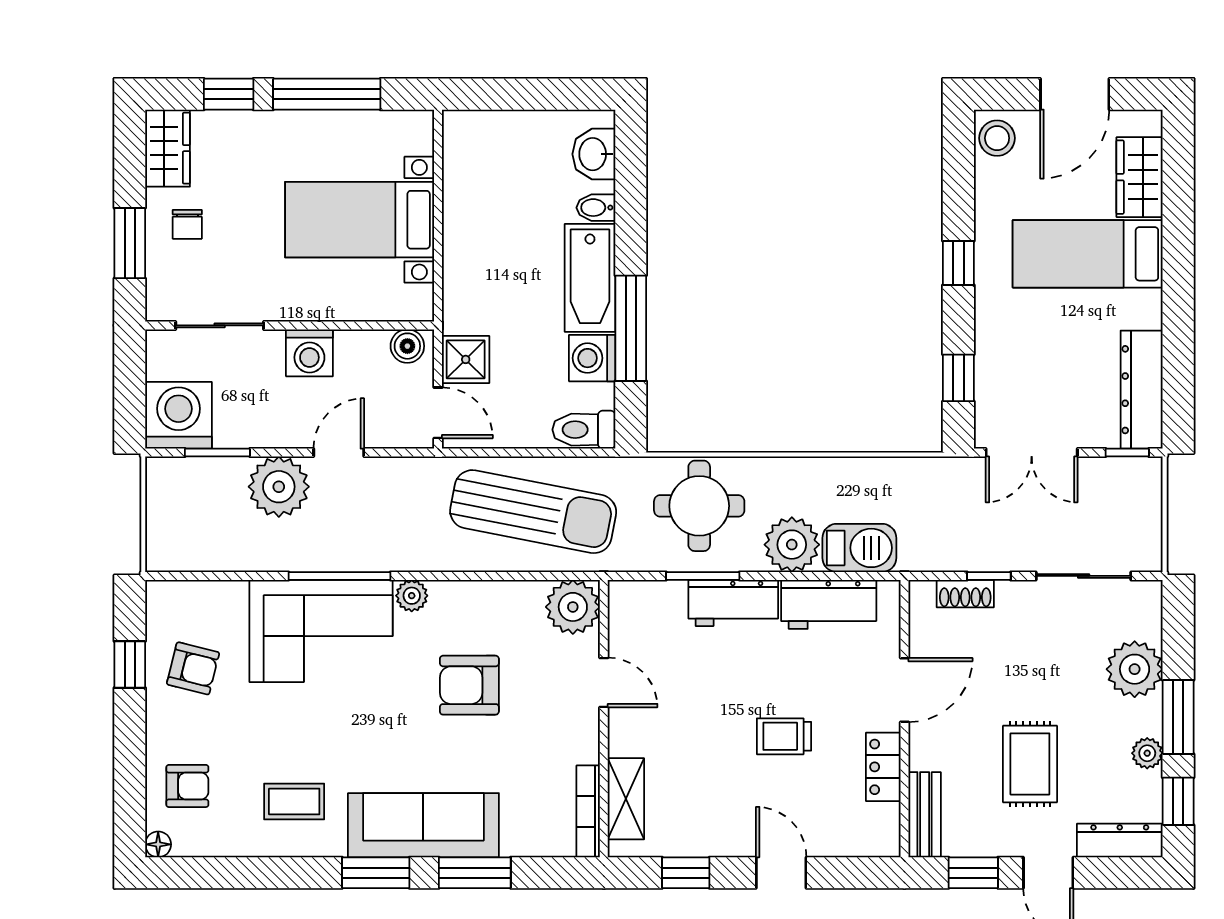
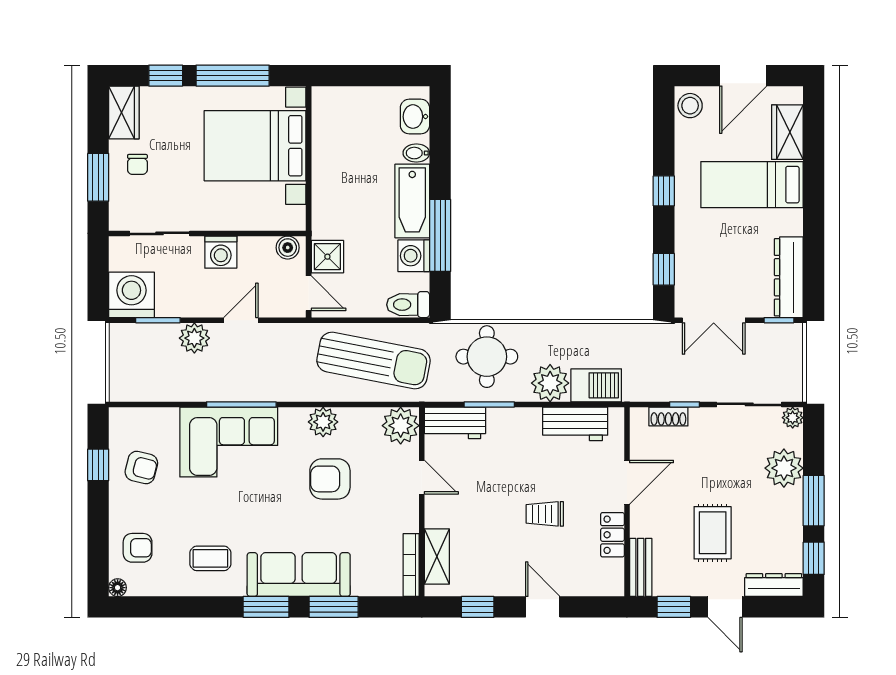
bed with nightstands: (360, 220) -> (255, 146), width x1.36
plant: (279, 487) -> (194, 338), width x0.73, depth x0.73
plant: (412, 596) -> (323, 422), moved, width x1.38, depth x1.38
workbench: (733, 603) -> (455, 423), moved
plant: (1147, 753) -> (793, 418), moved

